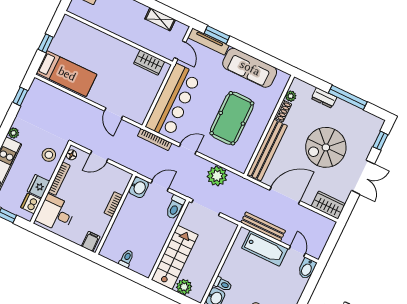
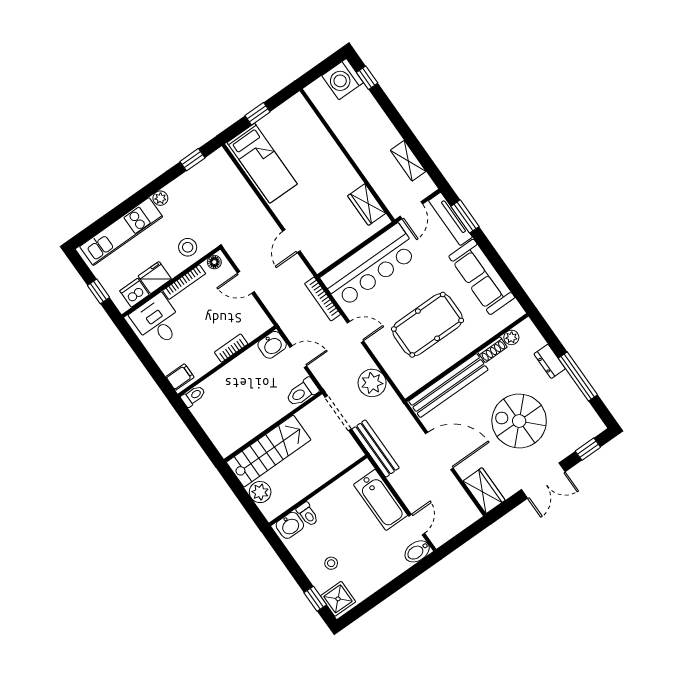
bench: (263, 227) -> (376, 449), moved
toilet: (126, 259) -> (193, 396), moved

